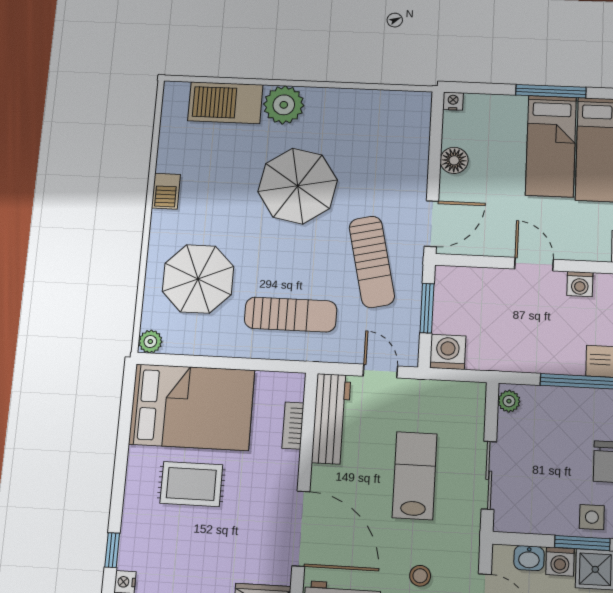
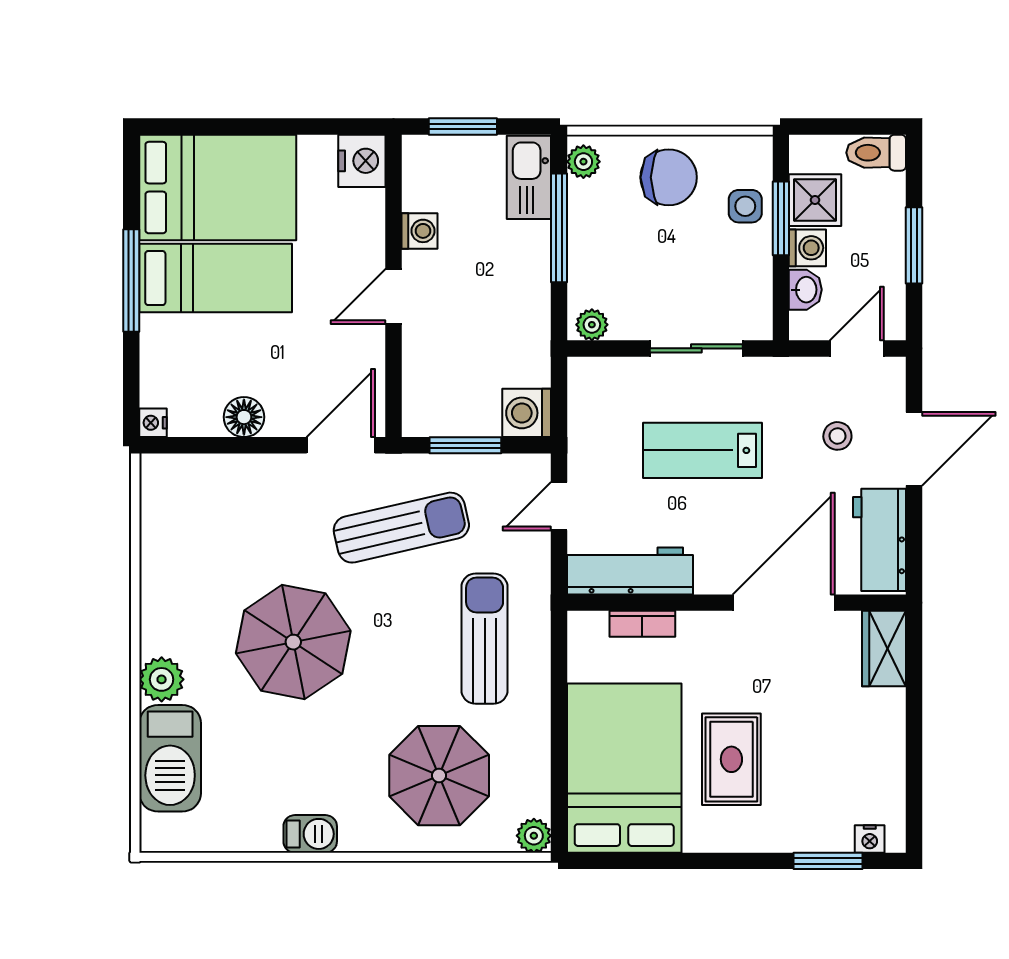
plant: (284, 105) -> (162, 679), width x0.73, depth x0.73
door: (431, 224) -> (341, 445), hinge flipped
window: (112, 550) -> (828, 861), width x1.50

